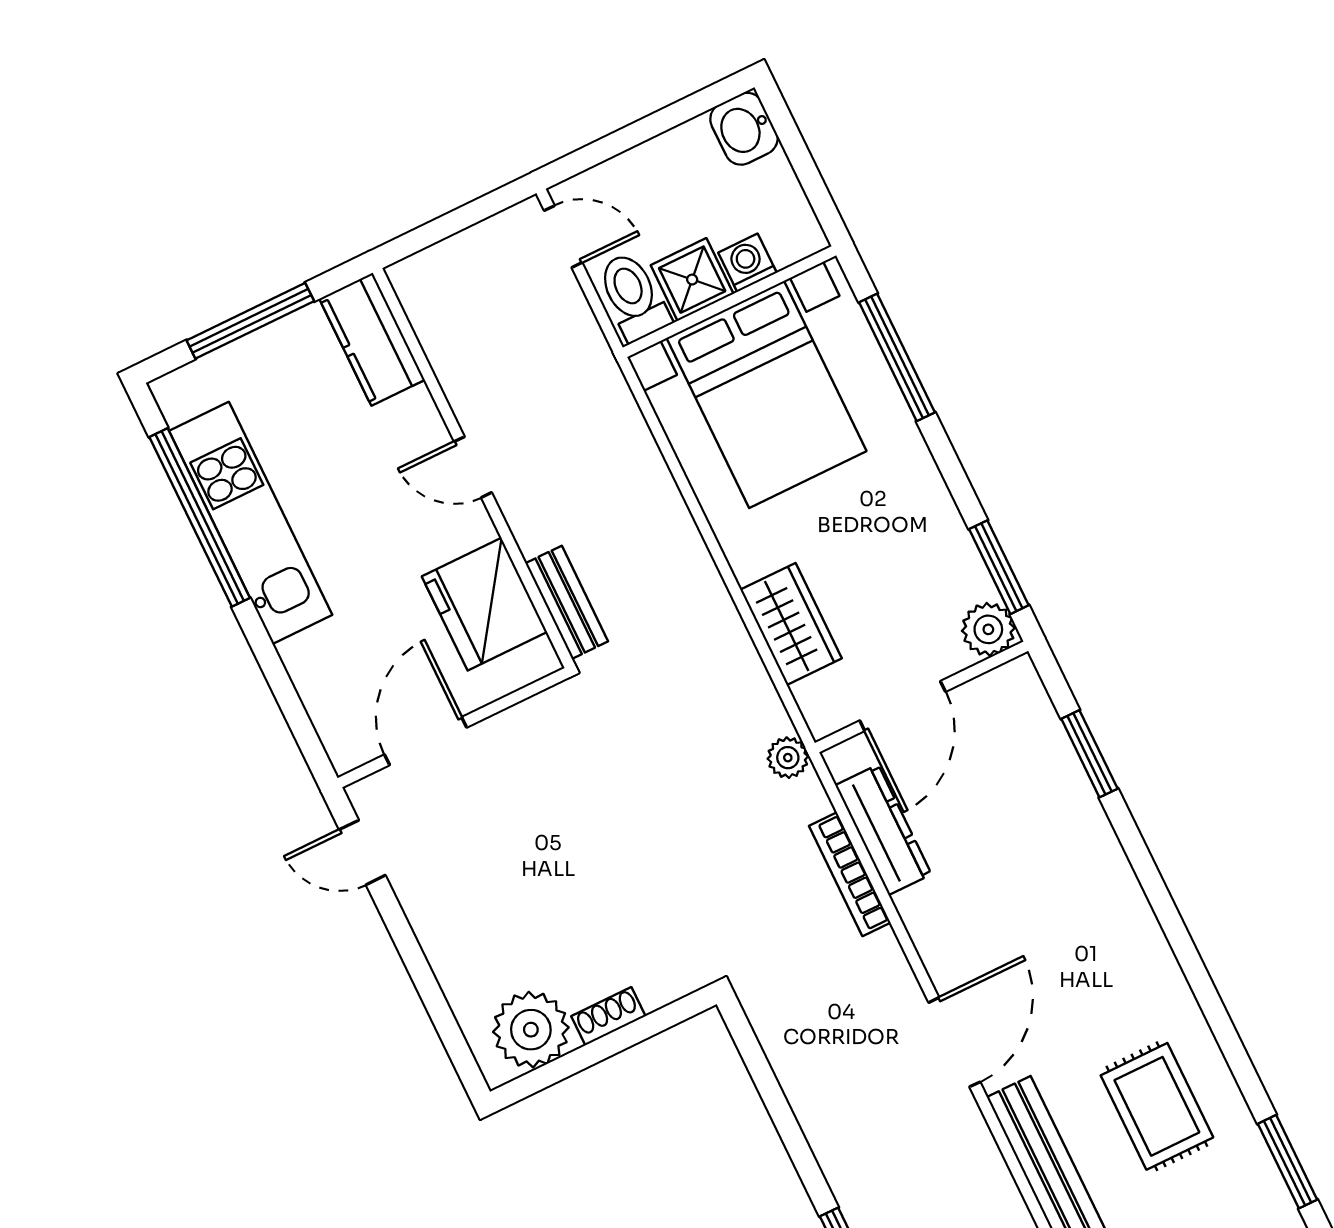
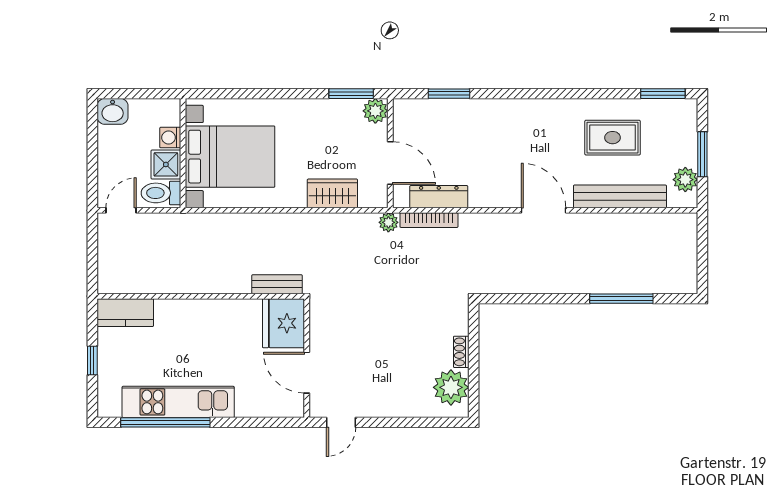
window: (250, 321) -> (92, 360), width x0.46
window: (897, 357) -> (241, 94), removed
door: (473, 467) -> (200, 296), removed
fridge: (485, 604) -> (284, 323), moved, turned 90
bookcase: (850, 874) -> (429, 220), moved

